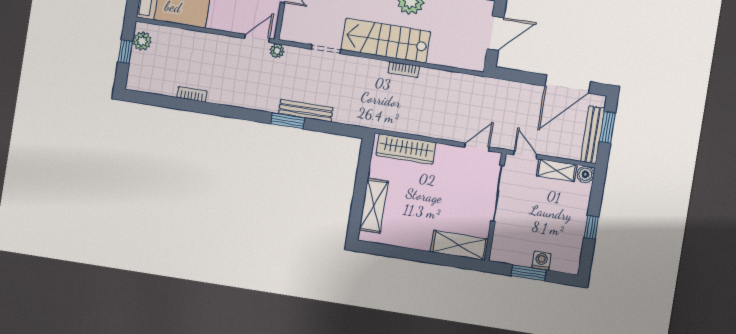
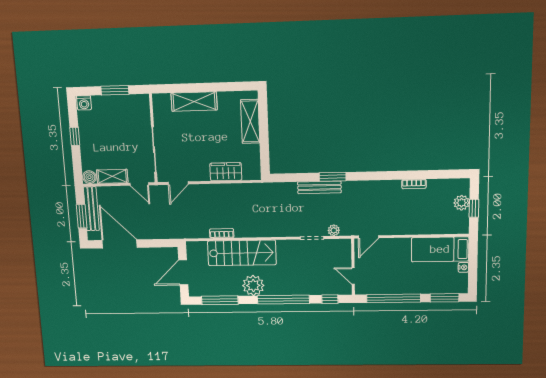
plant: (142, 41) -> (462, 203), moved
stairs: (386, 41) -> (242, 253), moved
plant: (277, 51) -> (334, 230), moved
bookcase: (404, 70) -> (222, 233), moved
door: (568, 84) -> (120, 244), hinge flipped
wardrobe: (406, 149) -> (226, 172), width x0.67
shelving: (459, 245) -> (194, 102), moved
washing machine: (541, 261) -> (84, 103), moved

